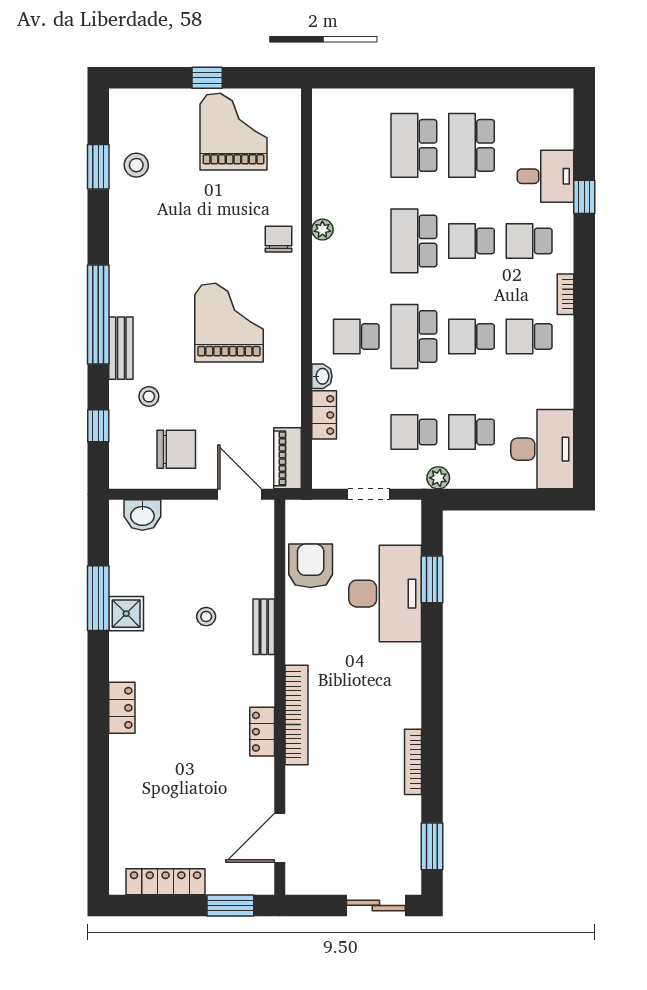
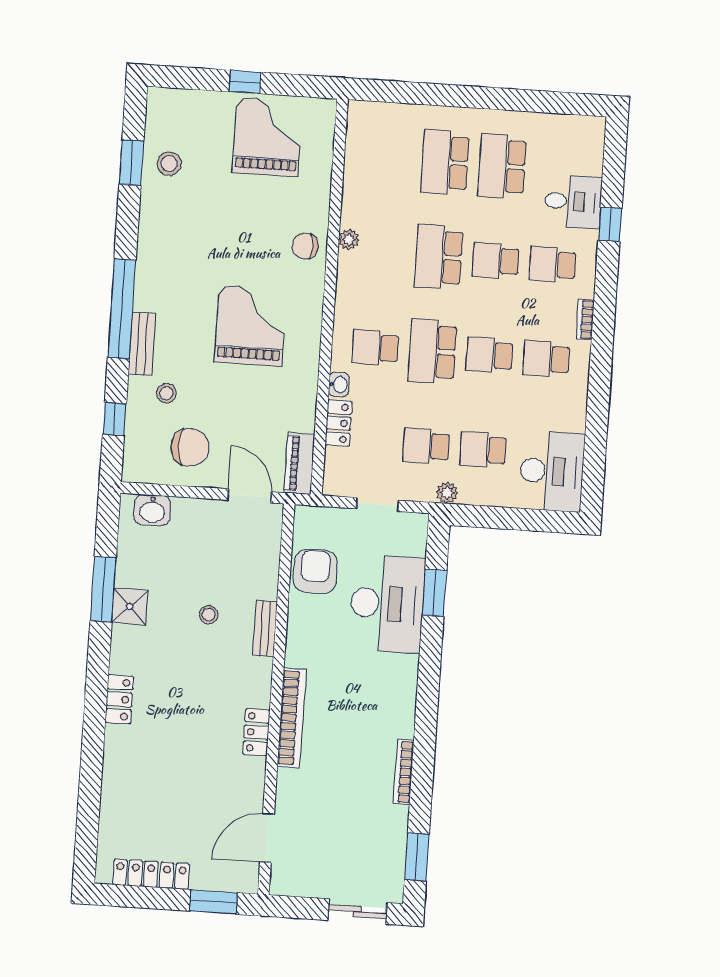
chair: (279, 239) -> (305, 246), turned -90

